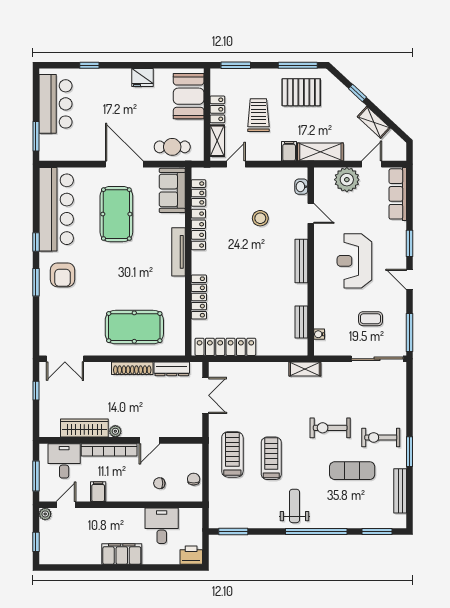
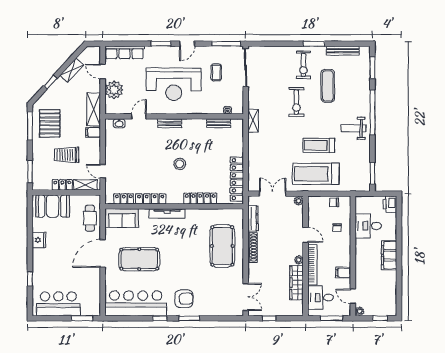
stool: (260, 218) -> (180, 164), moved
bench: (301, 261) -> (170, 123), width x0.73
reception desk: (354, 261) -> (174, 84), width x1.36, depth x1.30
plant: (196, 431) -> (299, 201), added
treadmill: (232, 454) -> (316, 174), width x1.37, depth x1.38

